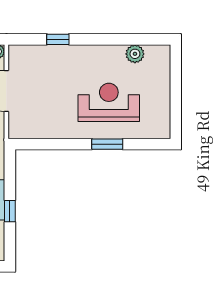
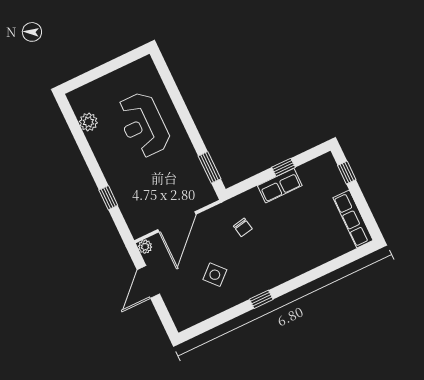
window: (107, 144) -> (210, 167), moved

